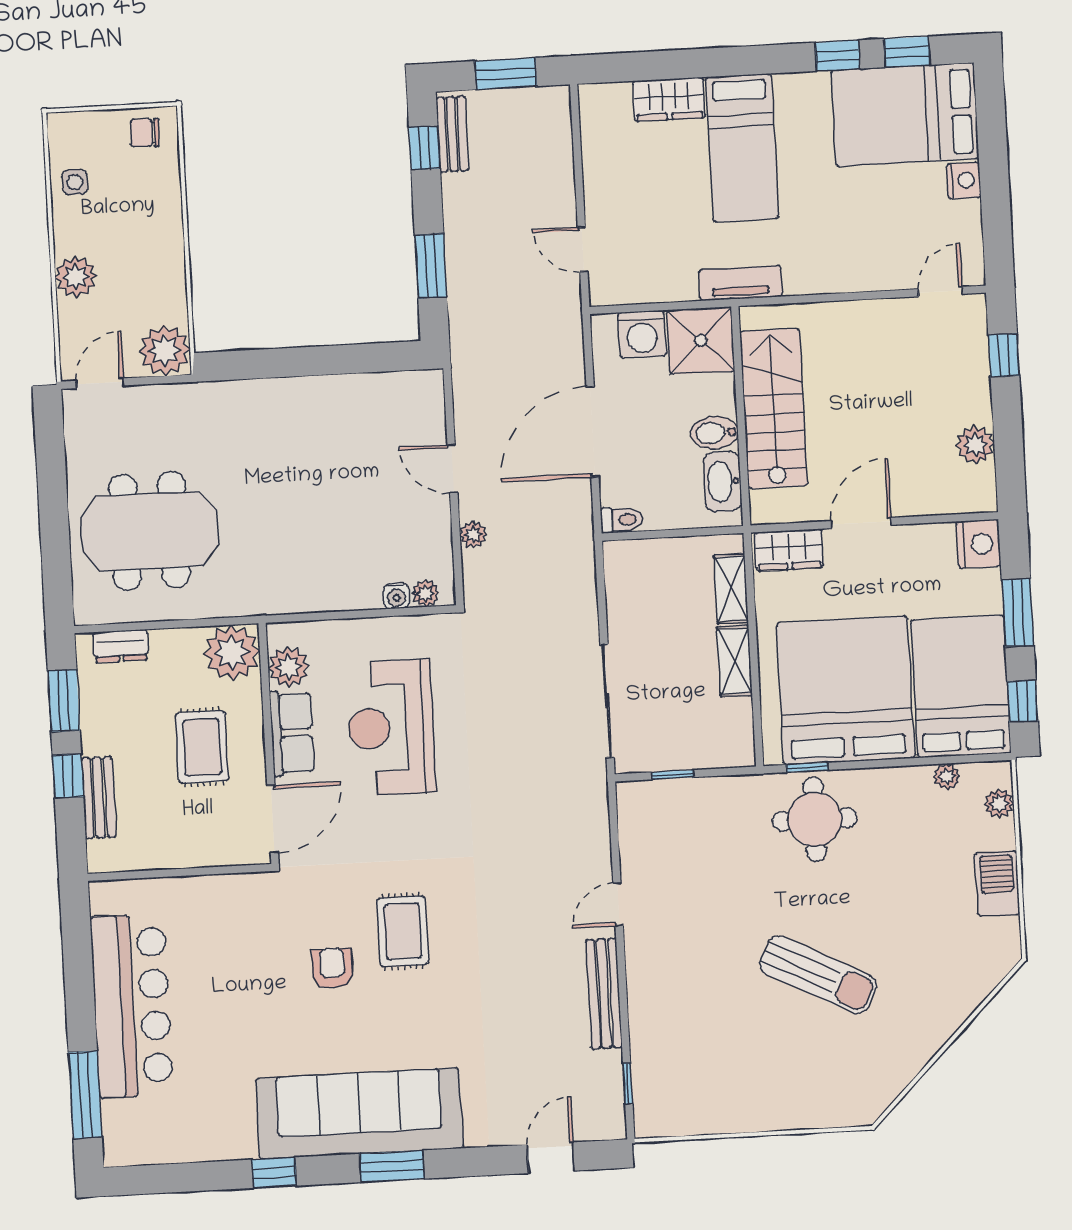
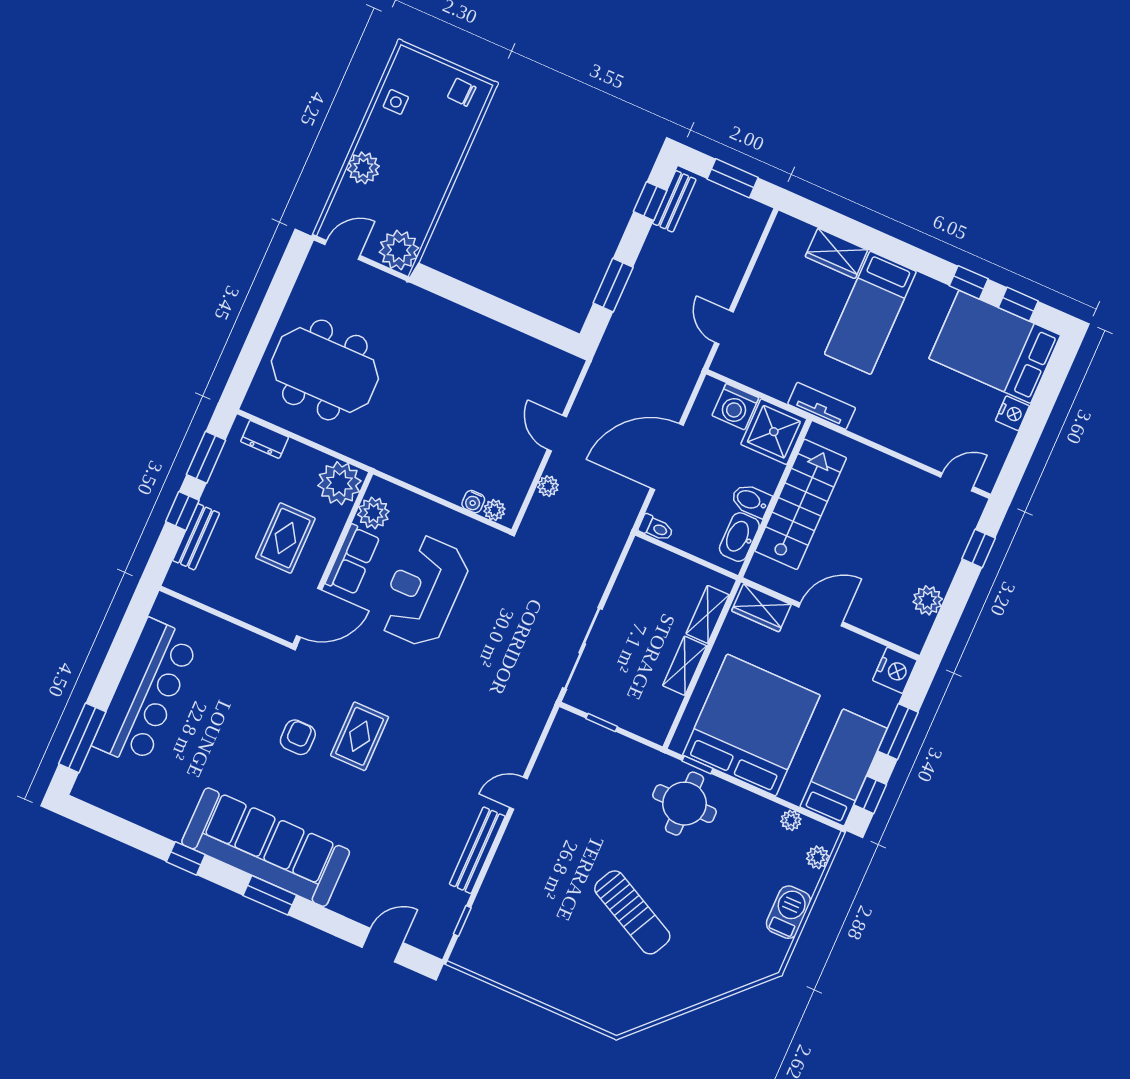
bed: (961, 686) -> (844, 768), width x0.67

